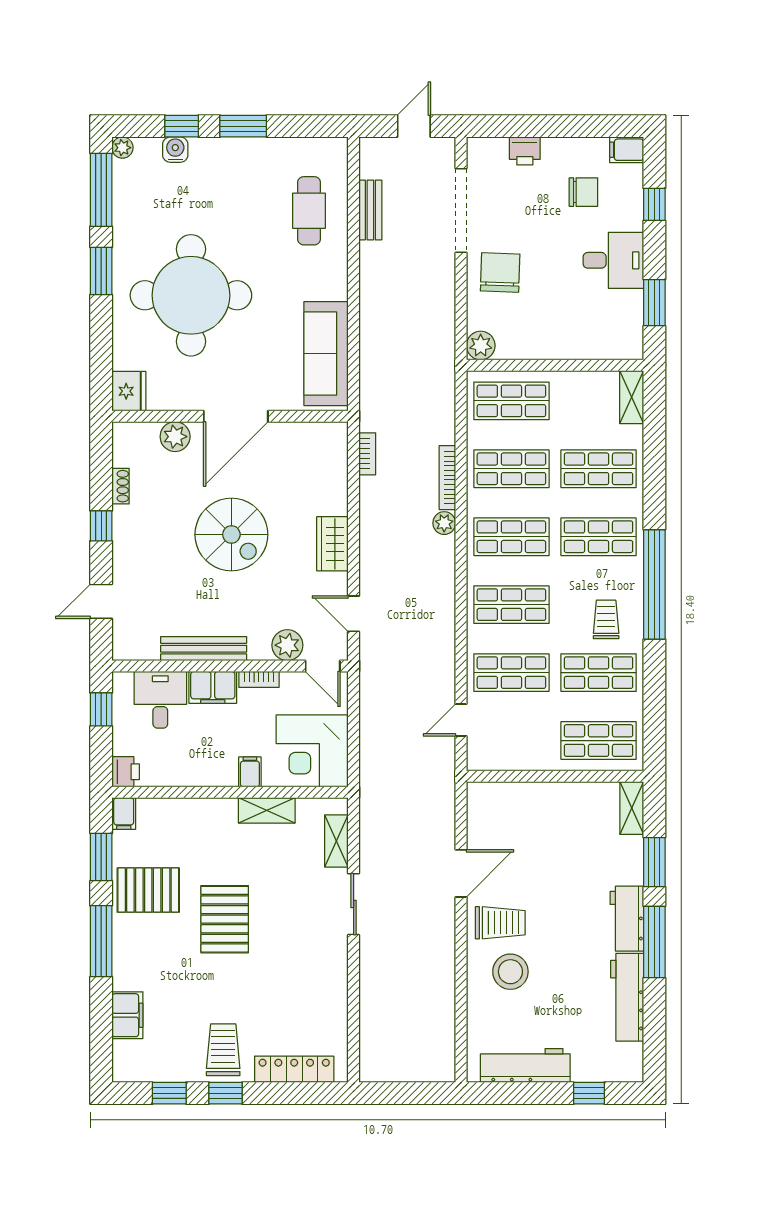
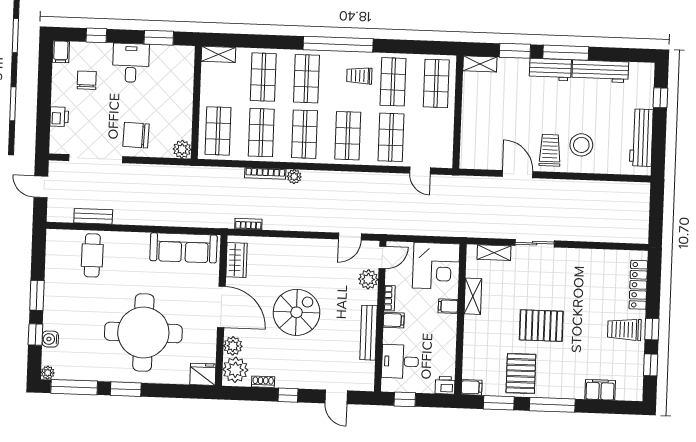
cafe table: (309, 211) -> (92, 255), turned 90
plant: (138, 442) -> (235, 370), added
wardrobe: (332, 544) -> (237, 260), moved, turned -90
filing cabinet: (213, 687) -> (394, 320), width x0.50

